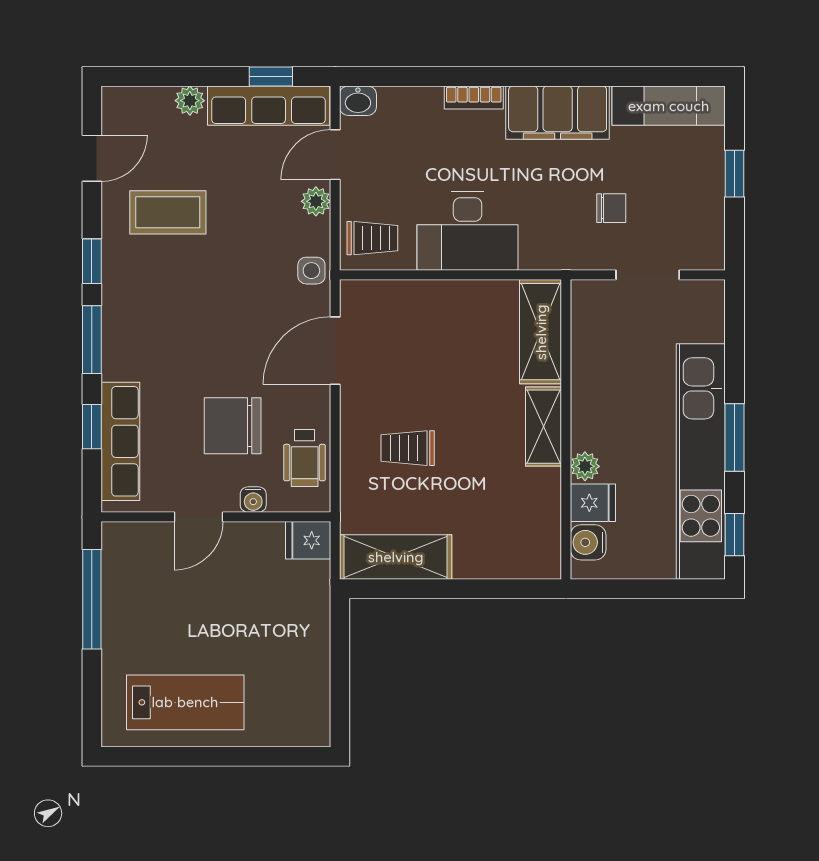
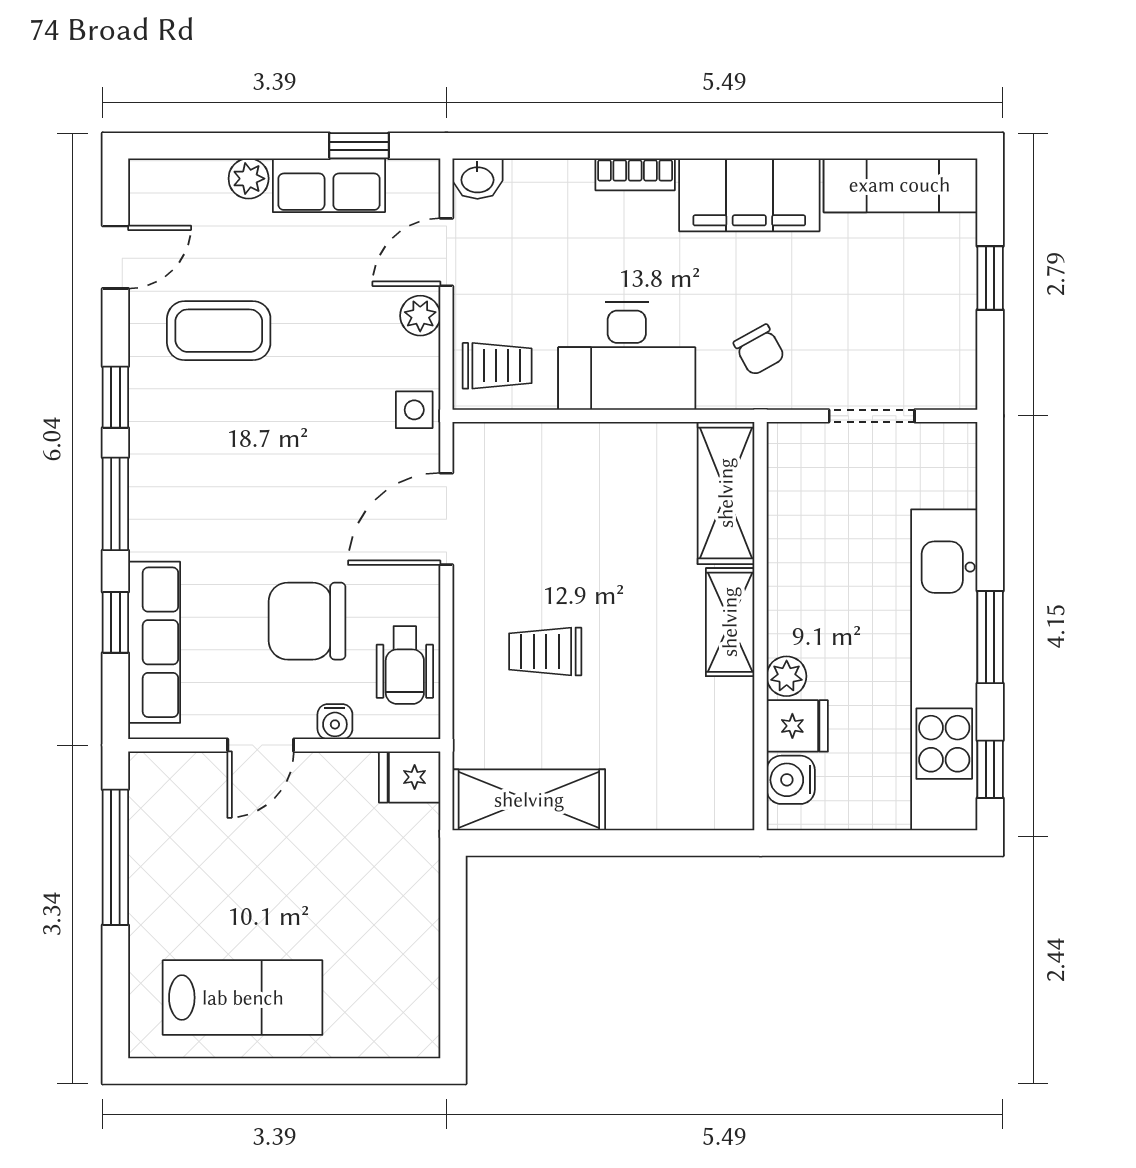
row of seats: (269, 106) -> (329, 185), width x0.68
chair: (611, 208) -> (759, 350), moved, turned 61

